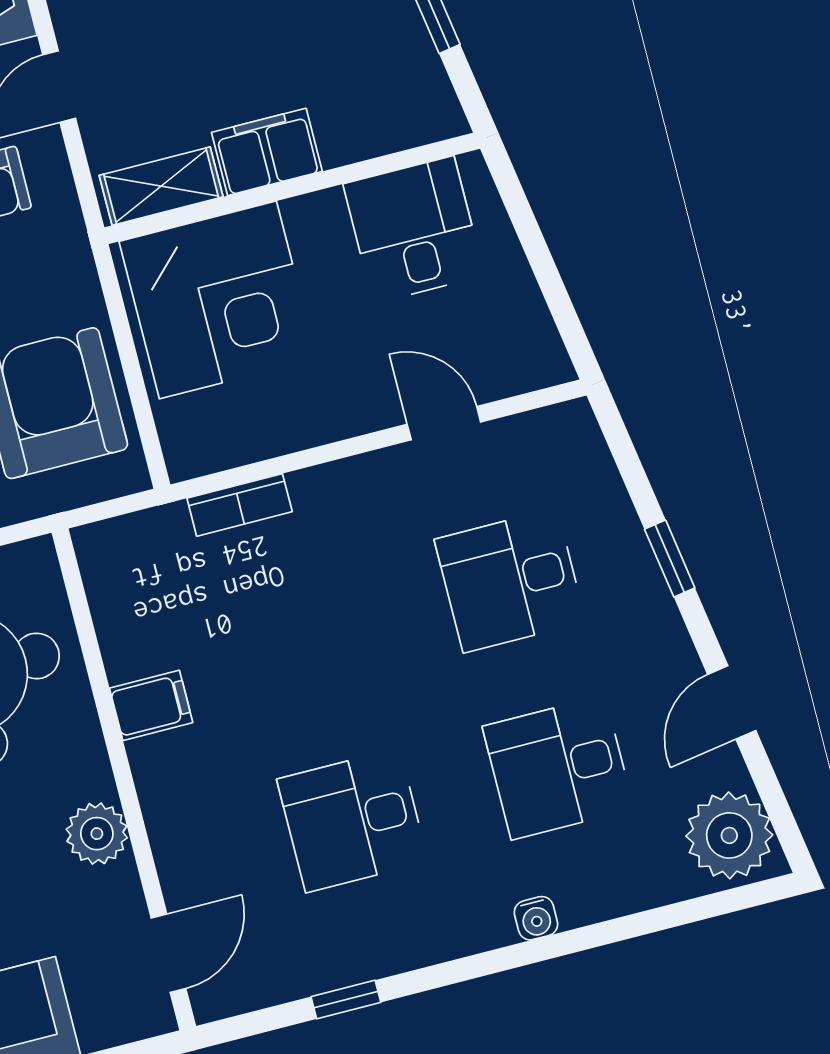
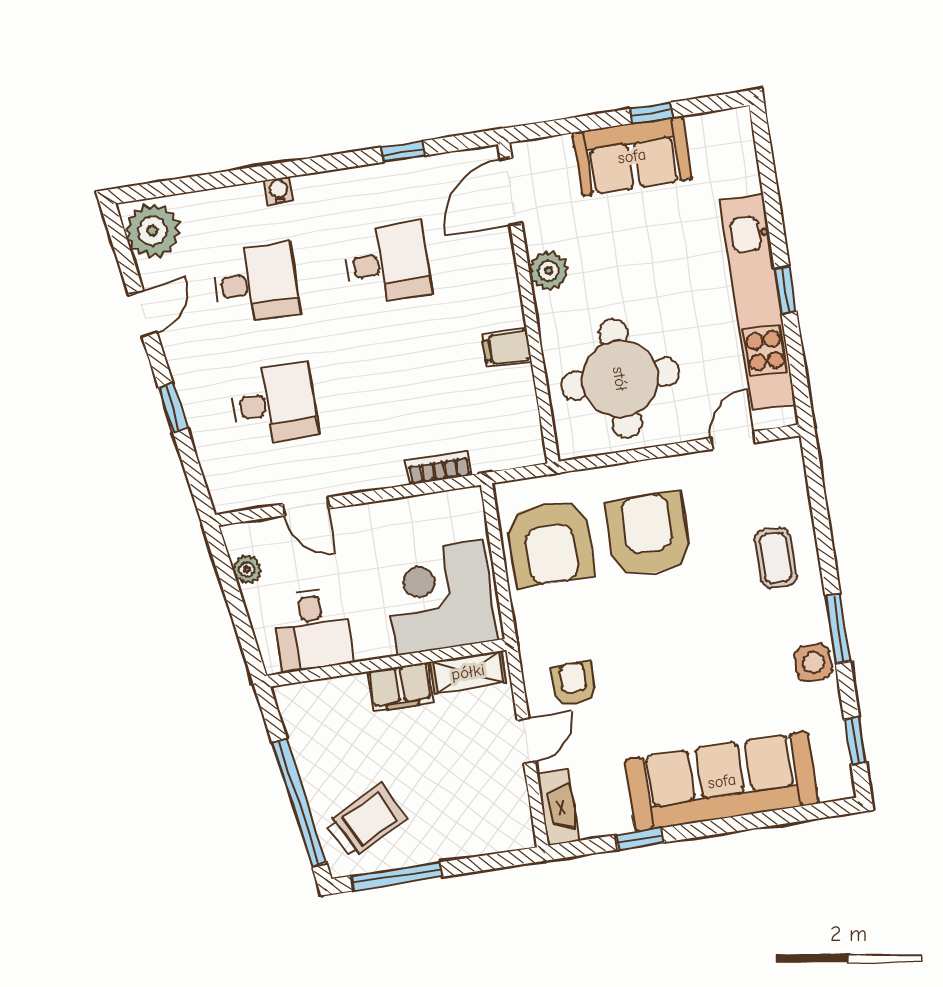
plant: (527, 314) -> (247, 570), added
door: (168, 953) -> (511, 191), width x1.38

